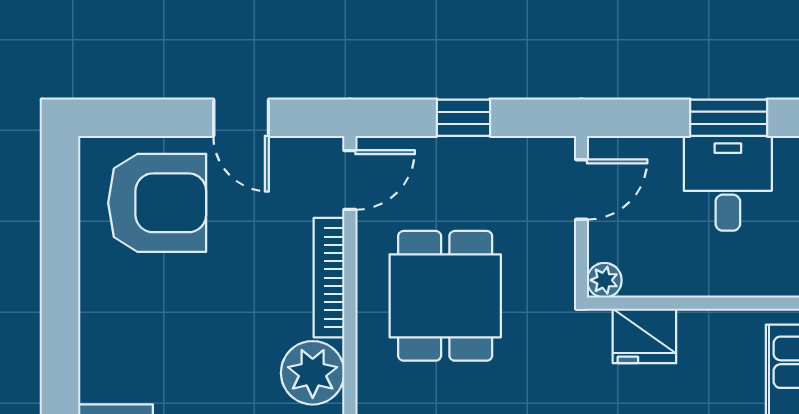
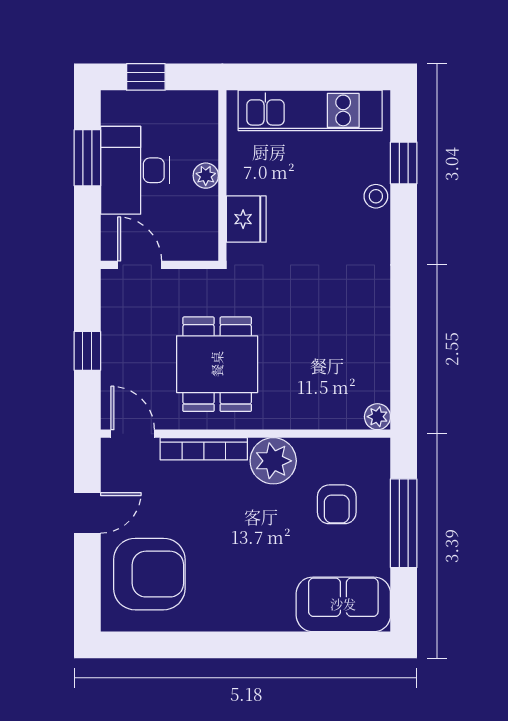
desk: (728, 183) -> (135, 170), width x1.37
armchair: (157, 203) -> (149, 574), turned 90
plant: (604, 280) -> (206, 176), moved
dining table: (445, 296) -> (217, 364), turned 90

